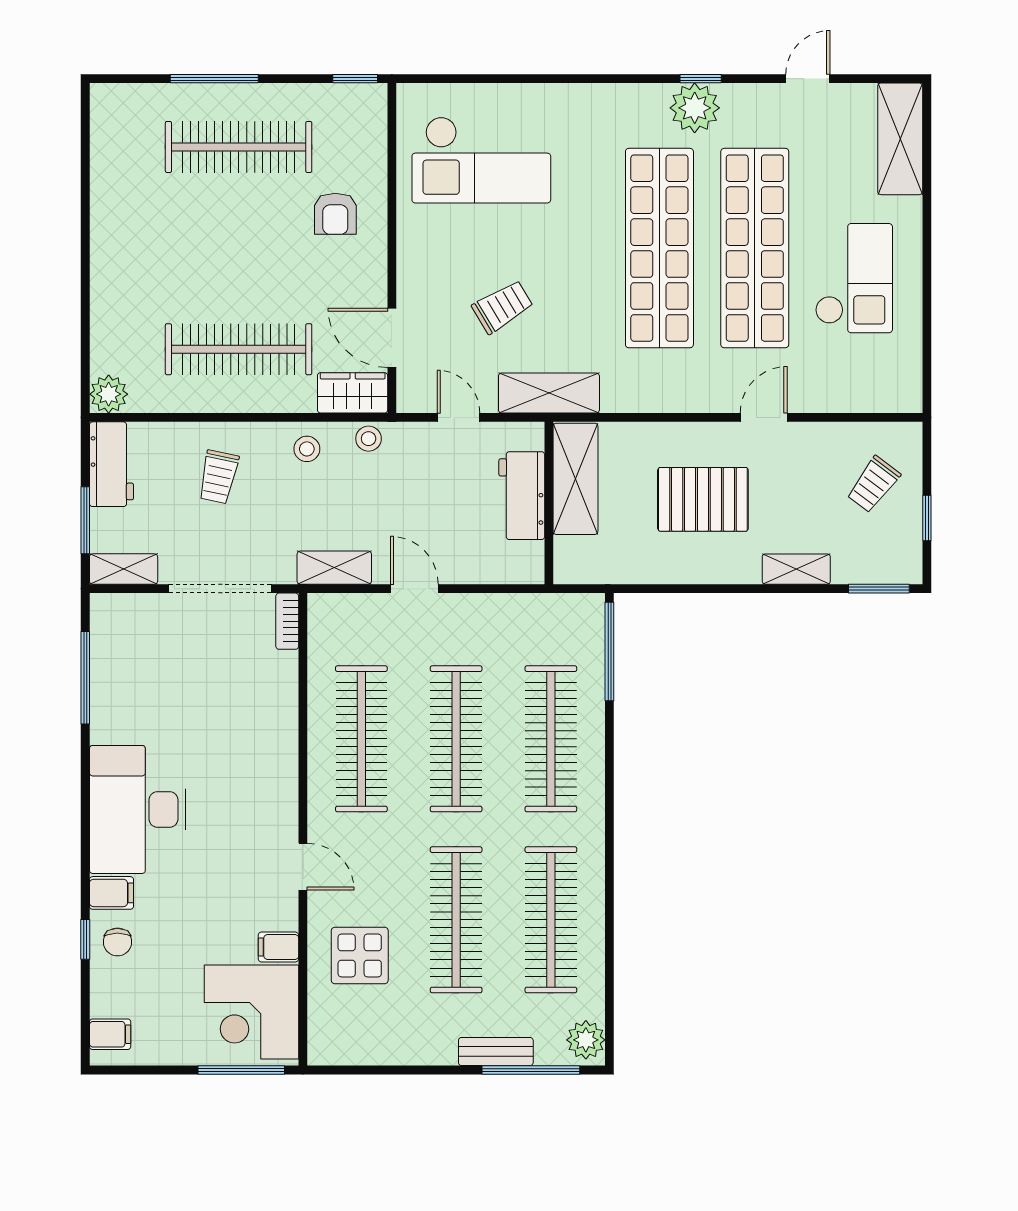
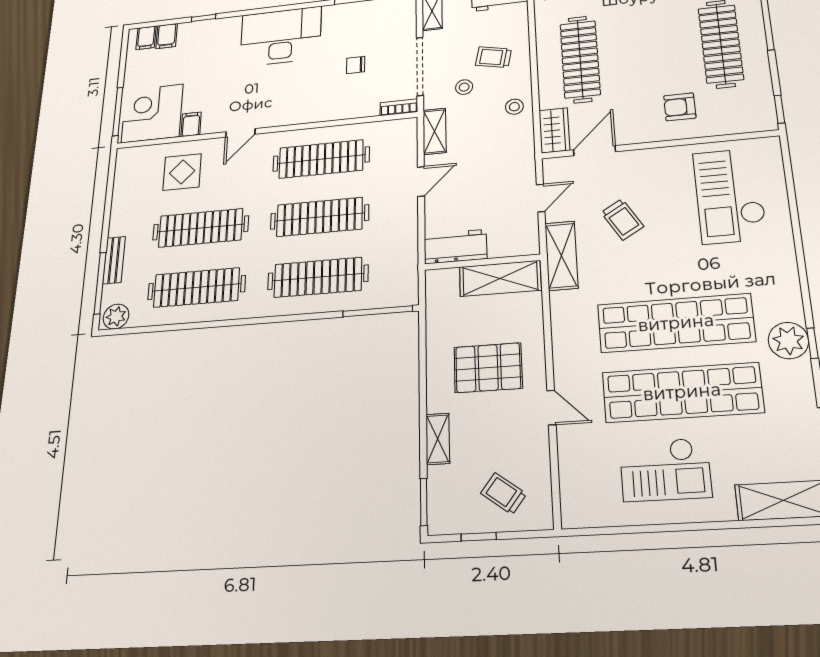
stool: (369, 439) -> (464, 87), moved
workbench: (522, 496) -> (455, 247), moved
pallet: (703, 499) -> (488, 368), turned 90
filing cabinet: (112, 893) -> (167, 36), moved
chair: (117, 942) -> (356, 65), moved

